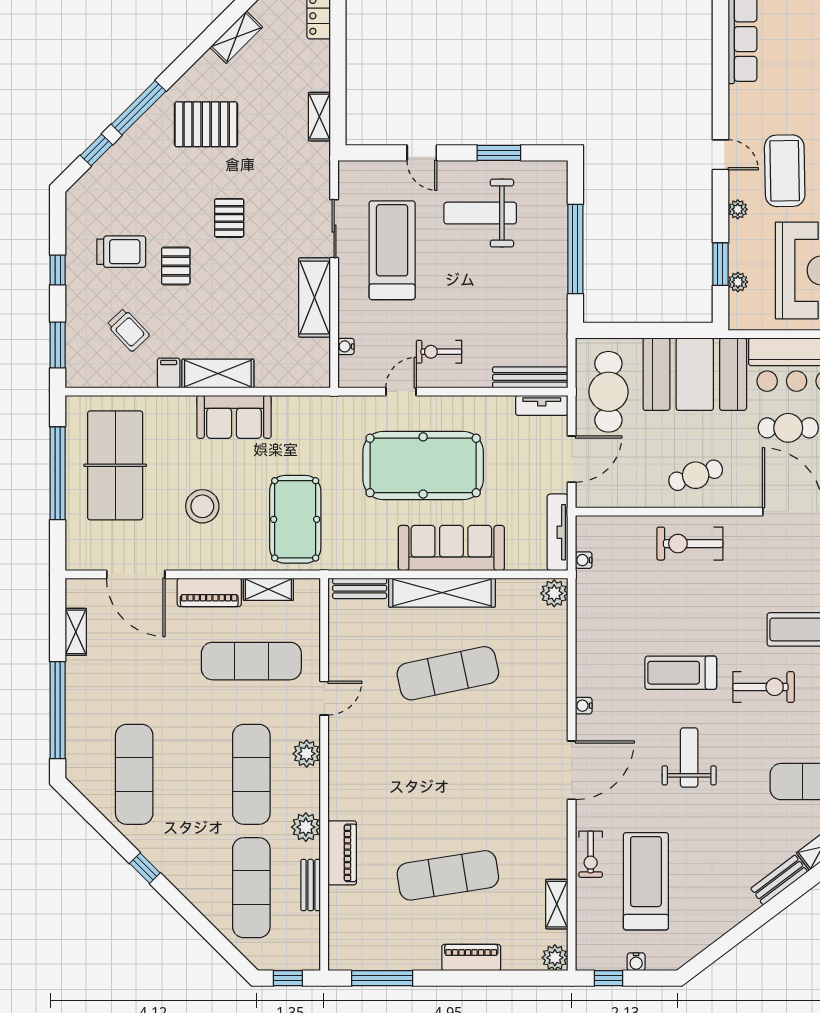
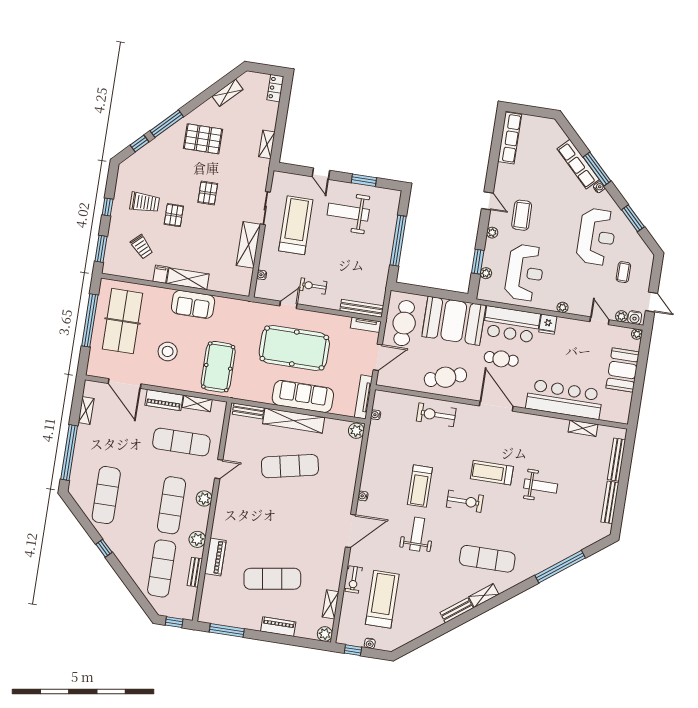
coffee table: (785, 171) -> (522, 215), width x0.73, depth x0.76
cafe table: (696, 475) -> (445, 377), width x1.37, depth x1.35
treadmill: (681, 673) -> (420, 486), turned -90

